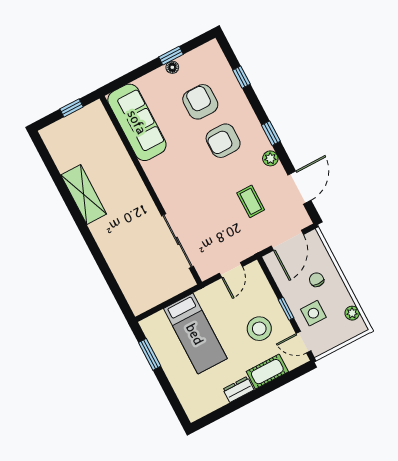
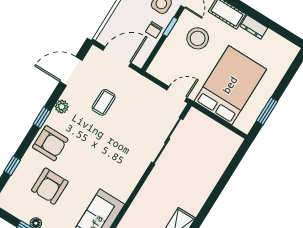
armchair: (223, 141) -> (50, 143), moved
door: (231, 270) -> (177, 94), moved
chair: (317, 280) -> (154, 30), moved
bed: (195, 334) -> (230, 85), width x1.50

